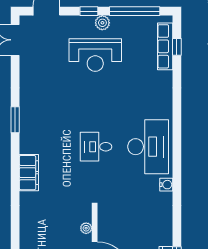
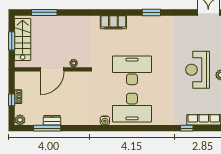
window: (177, 47) -> (187, 128), moved
desk: (96, 147) -> (132, 70), width x1.87, depth x1.30

